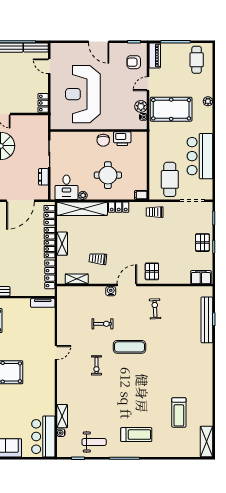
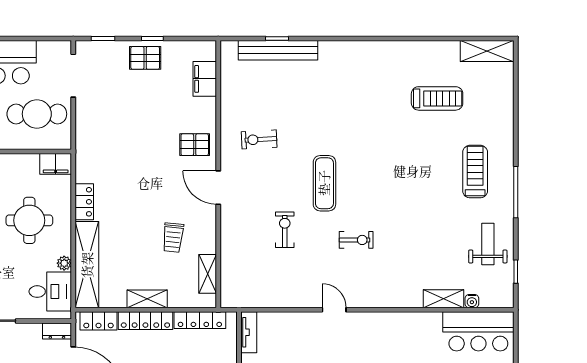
dresser: (43, 177) -> (57, 331), moved
filing cabinet: (141, 195) -> (56, 164), width x2.00
trolley: (155, 212) -> (93, 140), removed
filing cabinet: (201, 277) -> (205, 79), moved
water cooler: (111, 291) -> (229, 215), removed

